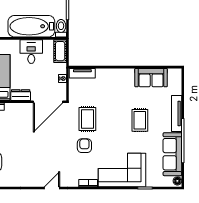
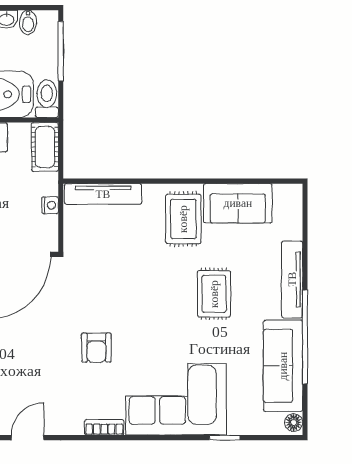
tv unit: (82, 73) -> (103, 194), width x1.41
rug: (87, 119) -> (183, 219), moved
armchair: (84, 146) -> (96, 348), turned 180

